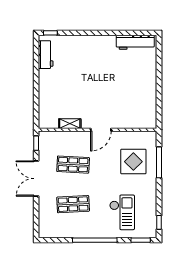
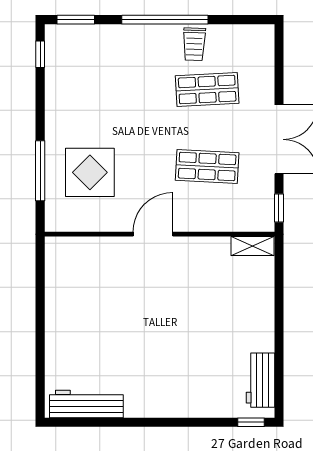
shelving: (70, 124) -> (253, 246), moved
checkout: (122, 212) -> (112, 74), removed
trolley: (80, 228) -> (194, 44), added

